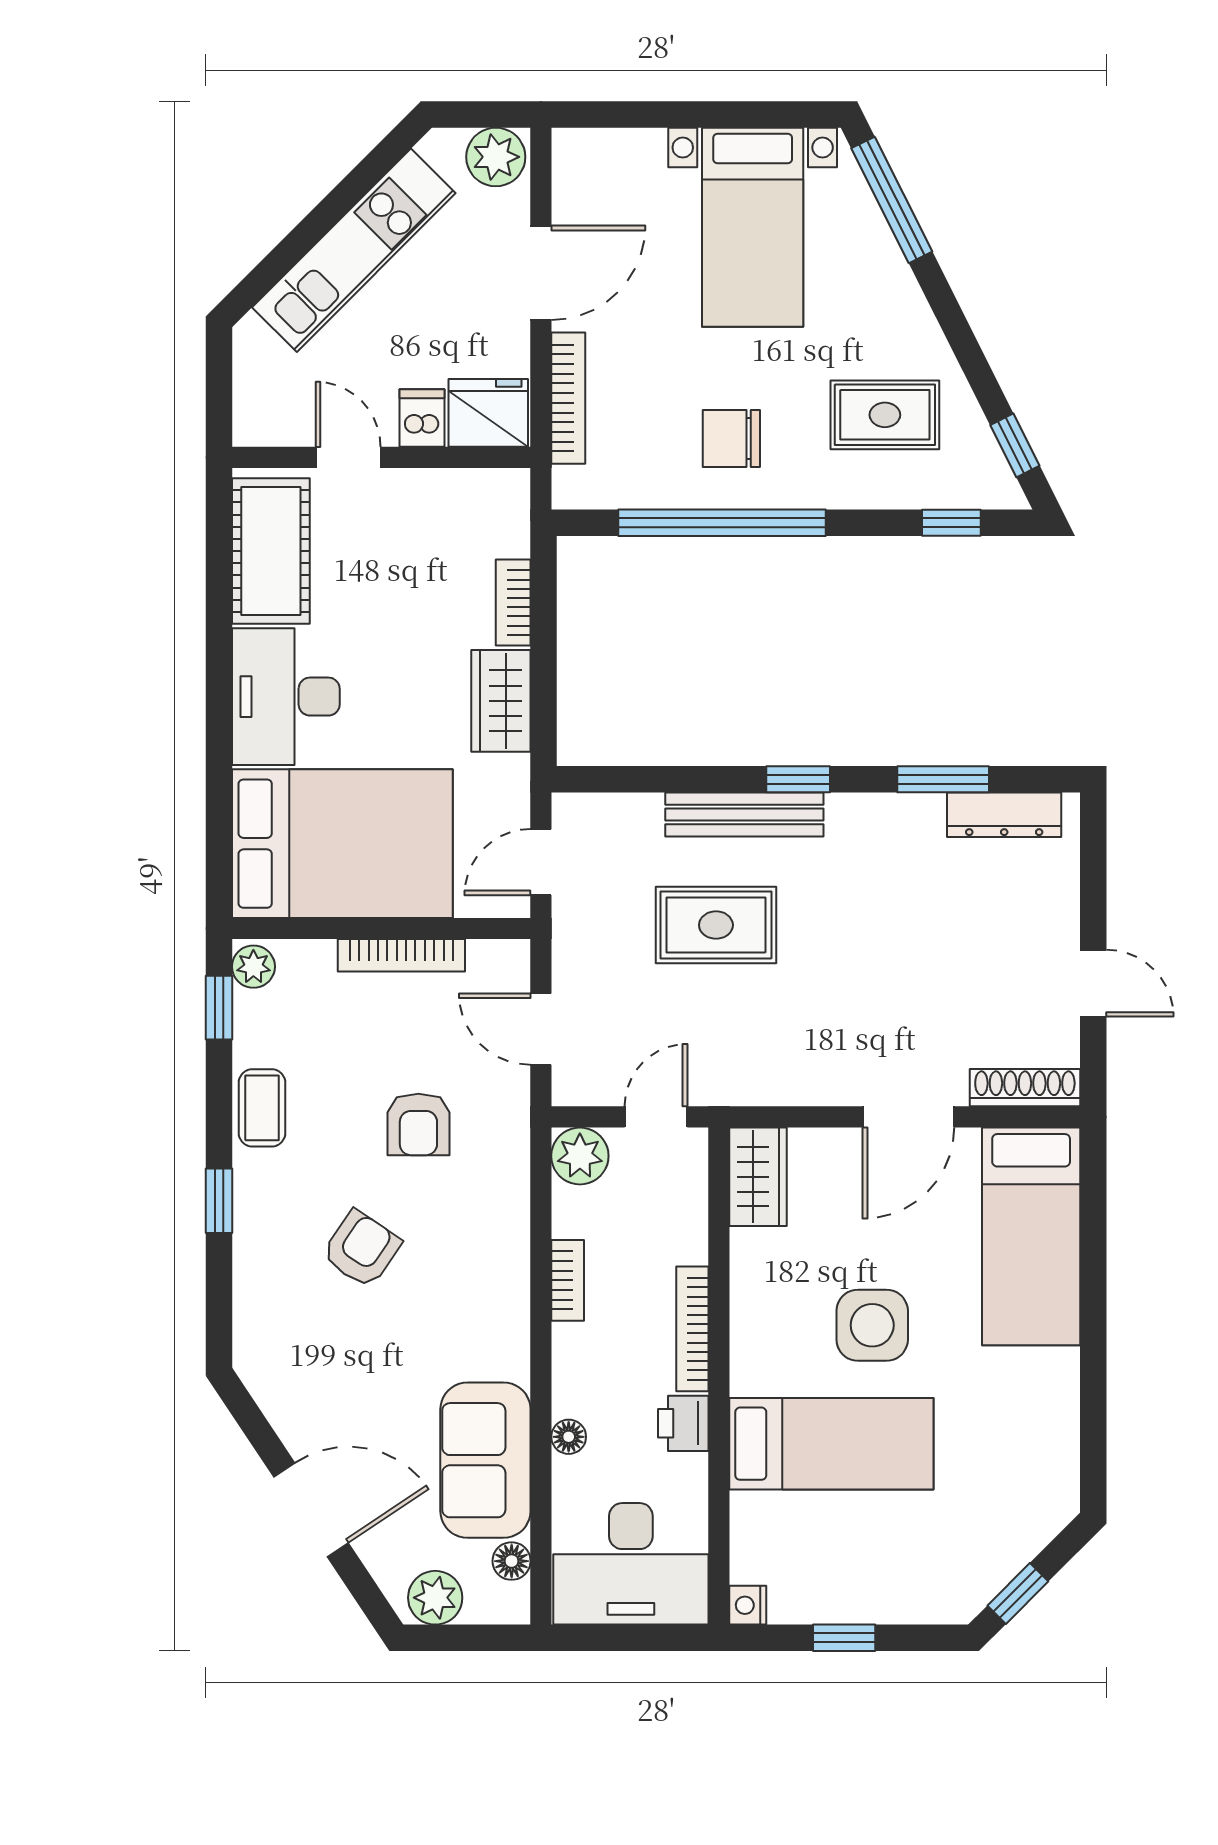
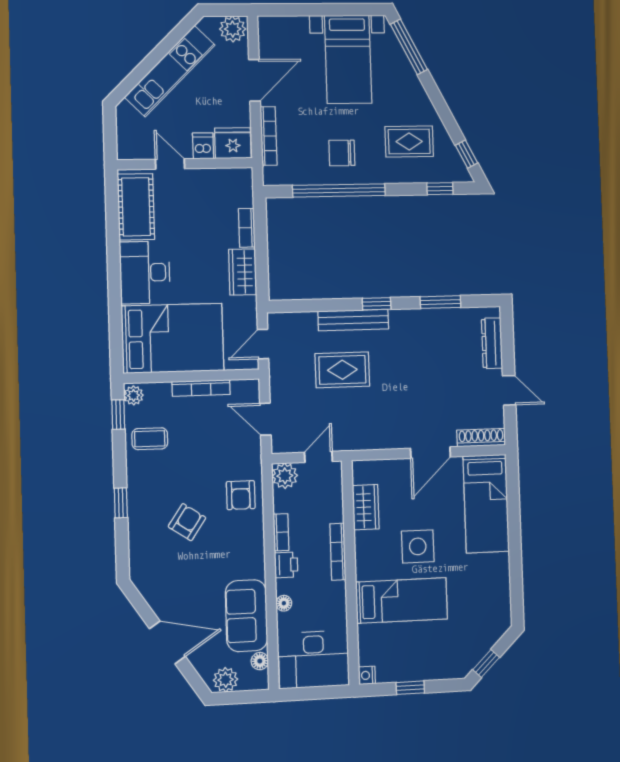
dresser: (1004, 815) -> (492, 343), moved, turned 90
coffee table: (262, 1108) -> (150, 439), moved, turned 90
armchair: (418, 1124) -> (241, 495), moved
wardrobe: (758, 1177) -> (366, 507), moved
printer: (683, 1423) -> (286, 565), moved, turned 180

